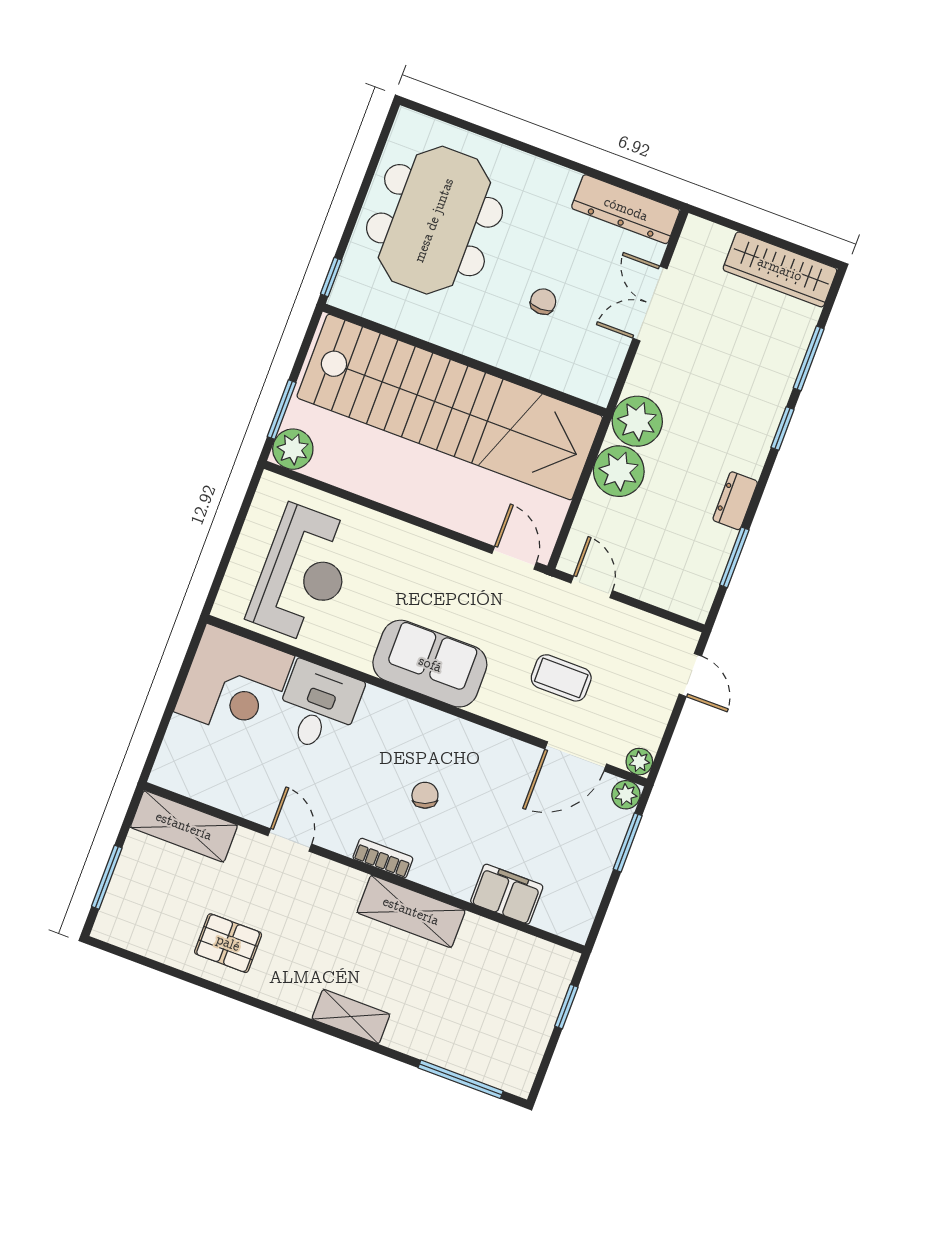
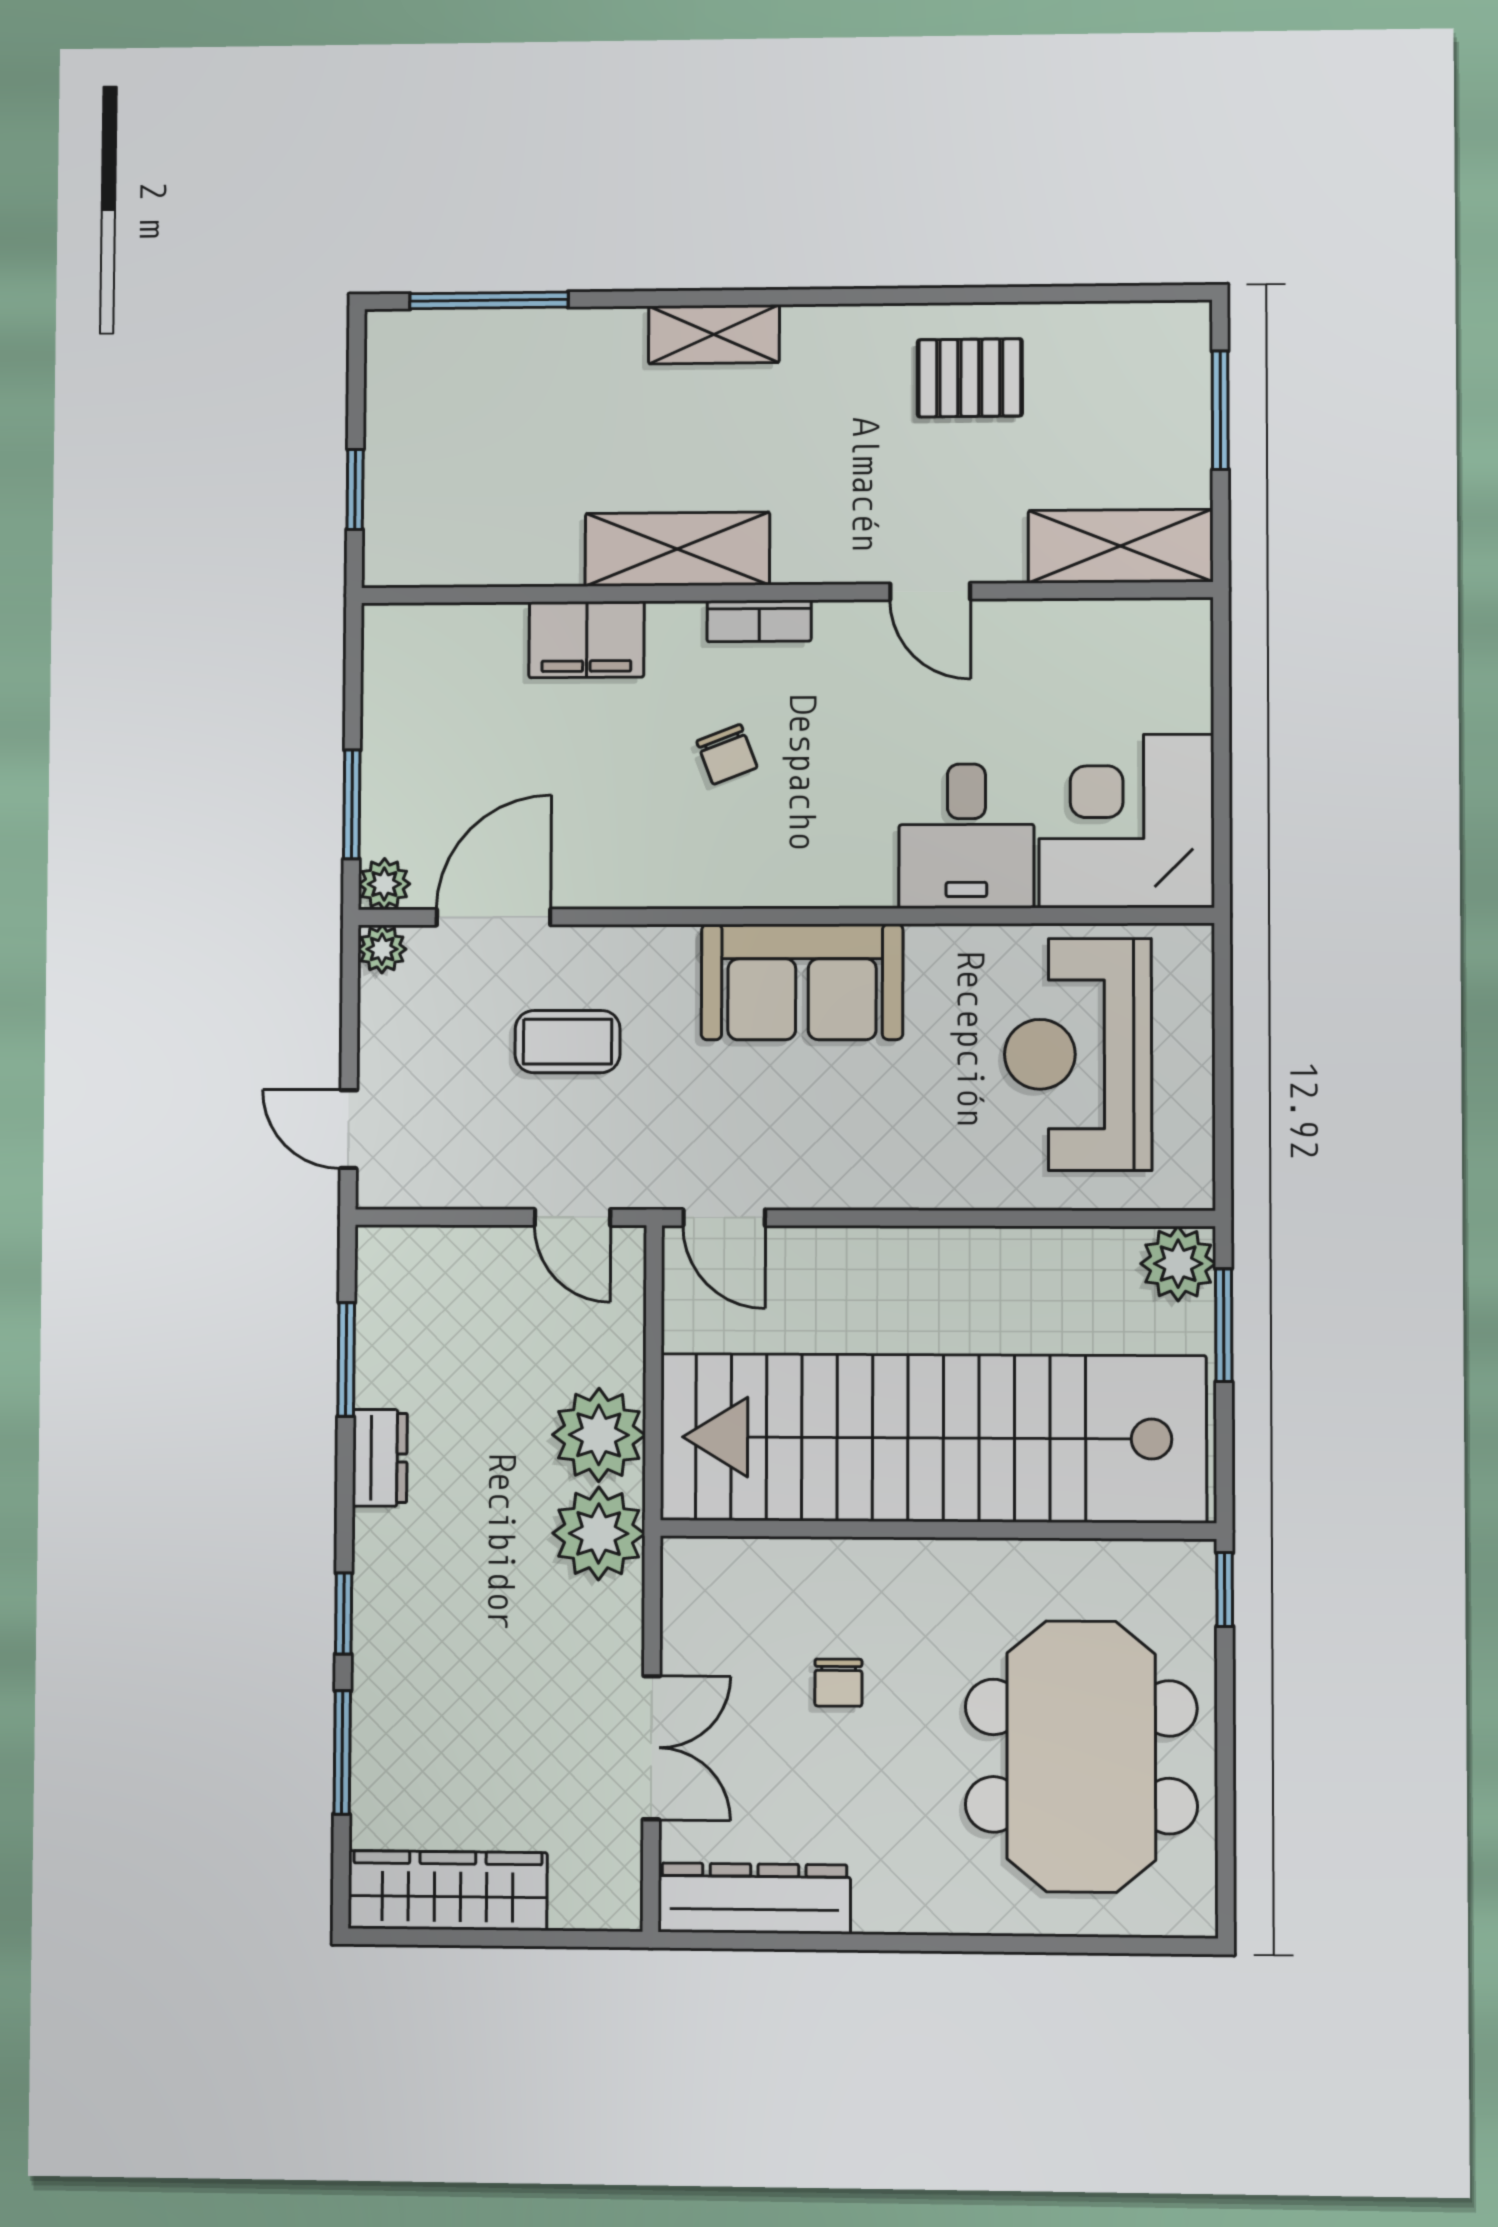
filing cabinet: (507, 894) -> (587, 639), moved

